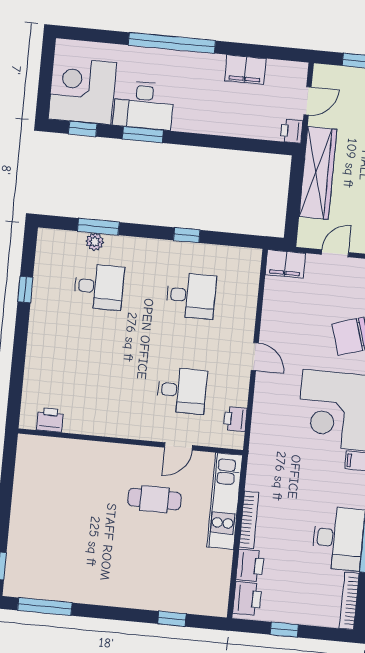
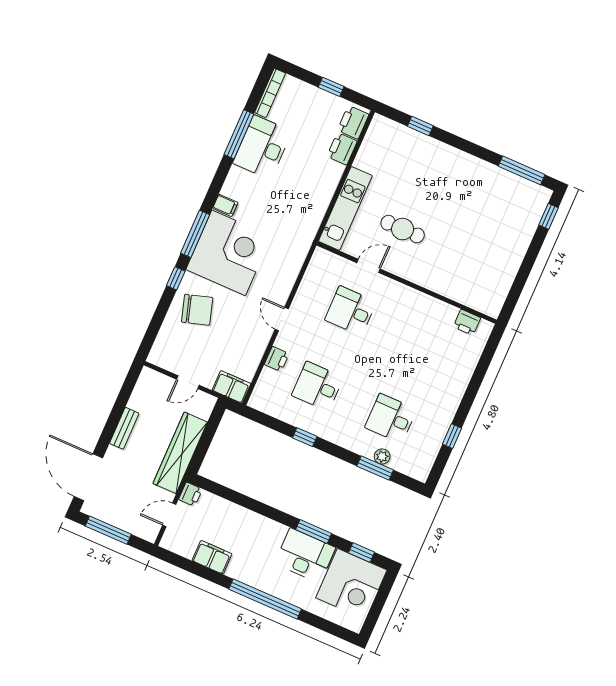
printer: (235, 419) -> (277, 359), moved
bookcase: (249, 520) -> (331, 187), removed

